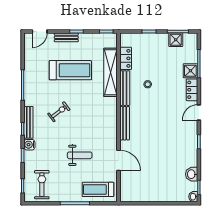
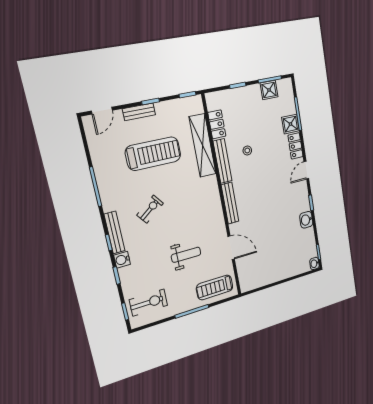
washbasin: (192, 174) -> (306, 220), moved
exercise bike: (42, 185) -> (148, 303), turned 90

